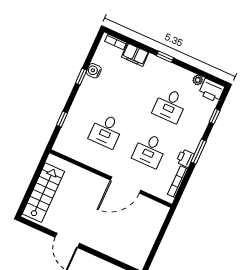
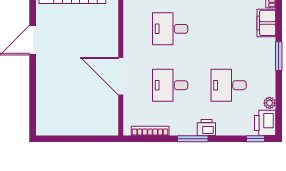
window: (165, 57) -> (279, 56), width x1.50
window: (215, 116) -> (255, 139), moved
printer: (185, 158) -> (206, 127), moved

